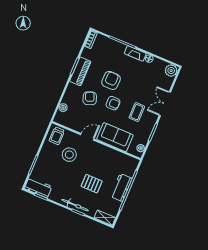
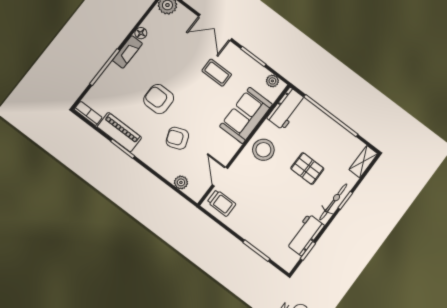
piano: (80, 71) -> (119, 132), moved
armchair: (113, 103) -> (194, 105), removed
door: (87, 137) -> (220, 176), moved
stool: (69, 155) -> (263, 150), moved
pallet: (92, 184) -> (307, 169), turned 90
workbench: (38, 187) -> (305, 235), moved
workbench: (121, 187) -> (286, 109), moved, turned -90

